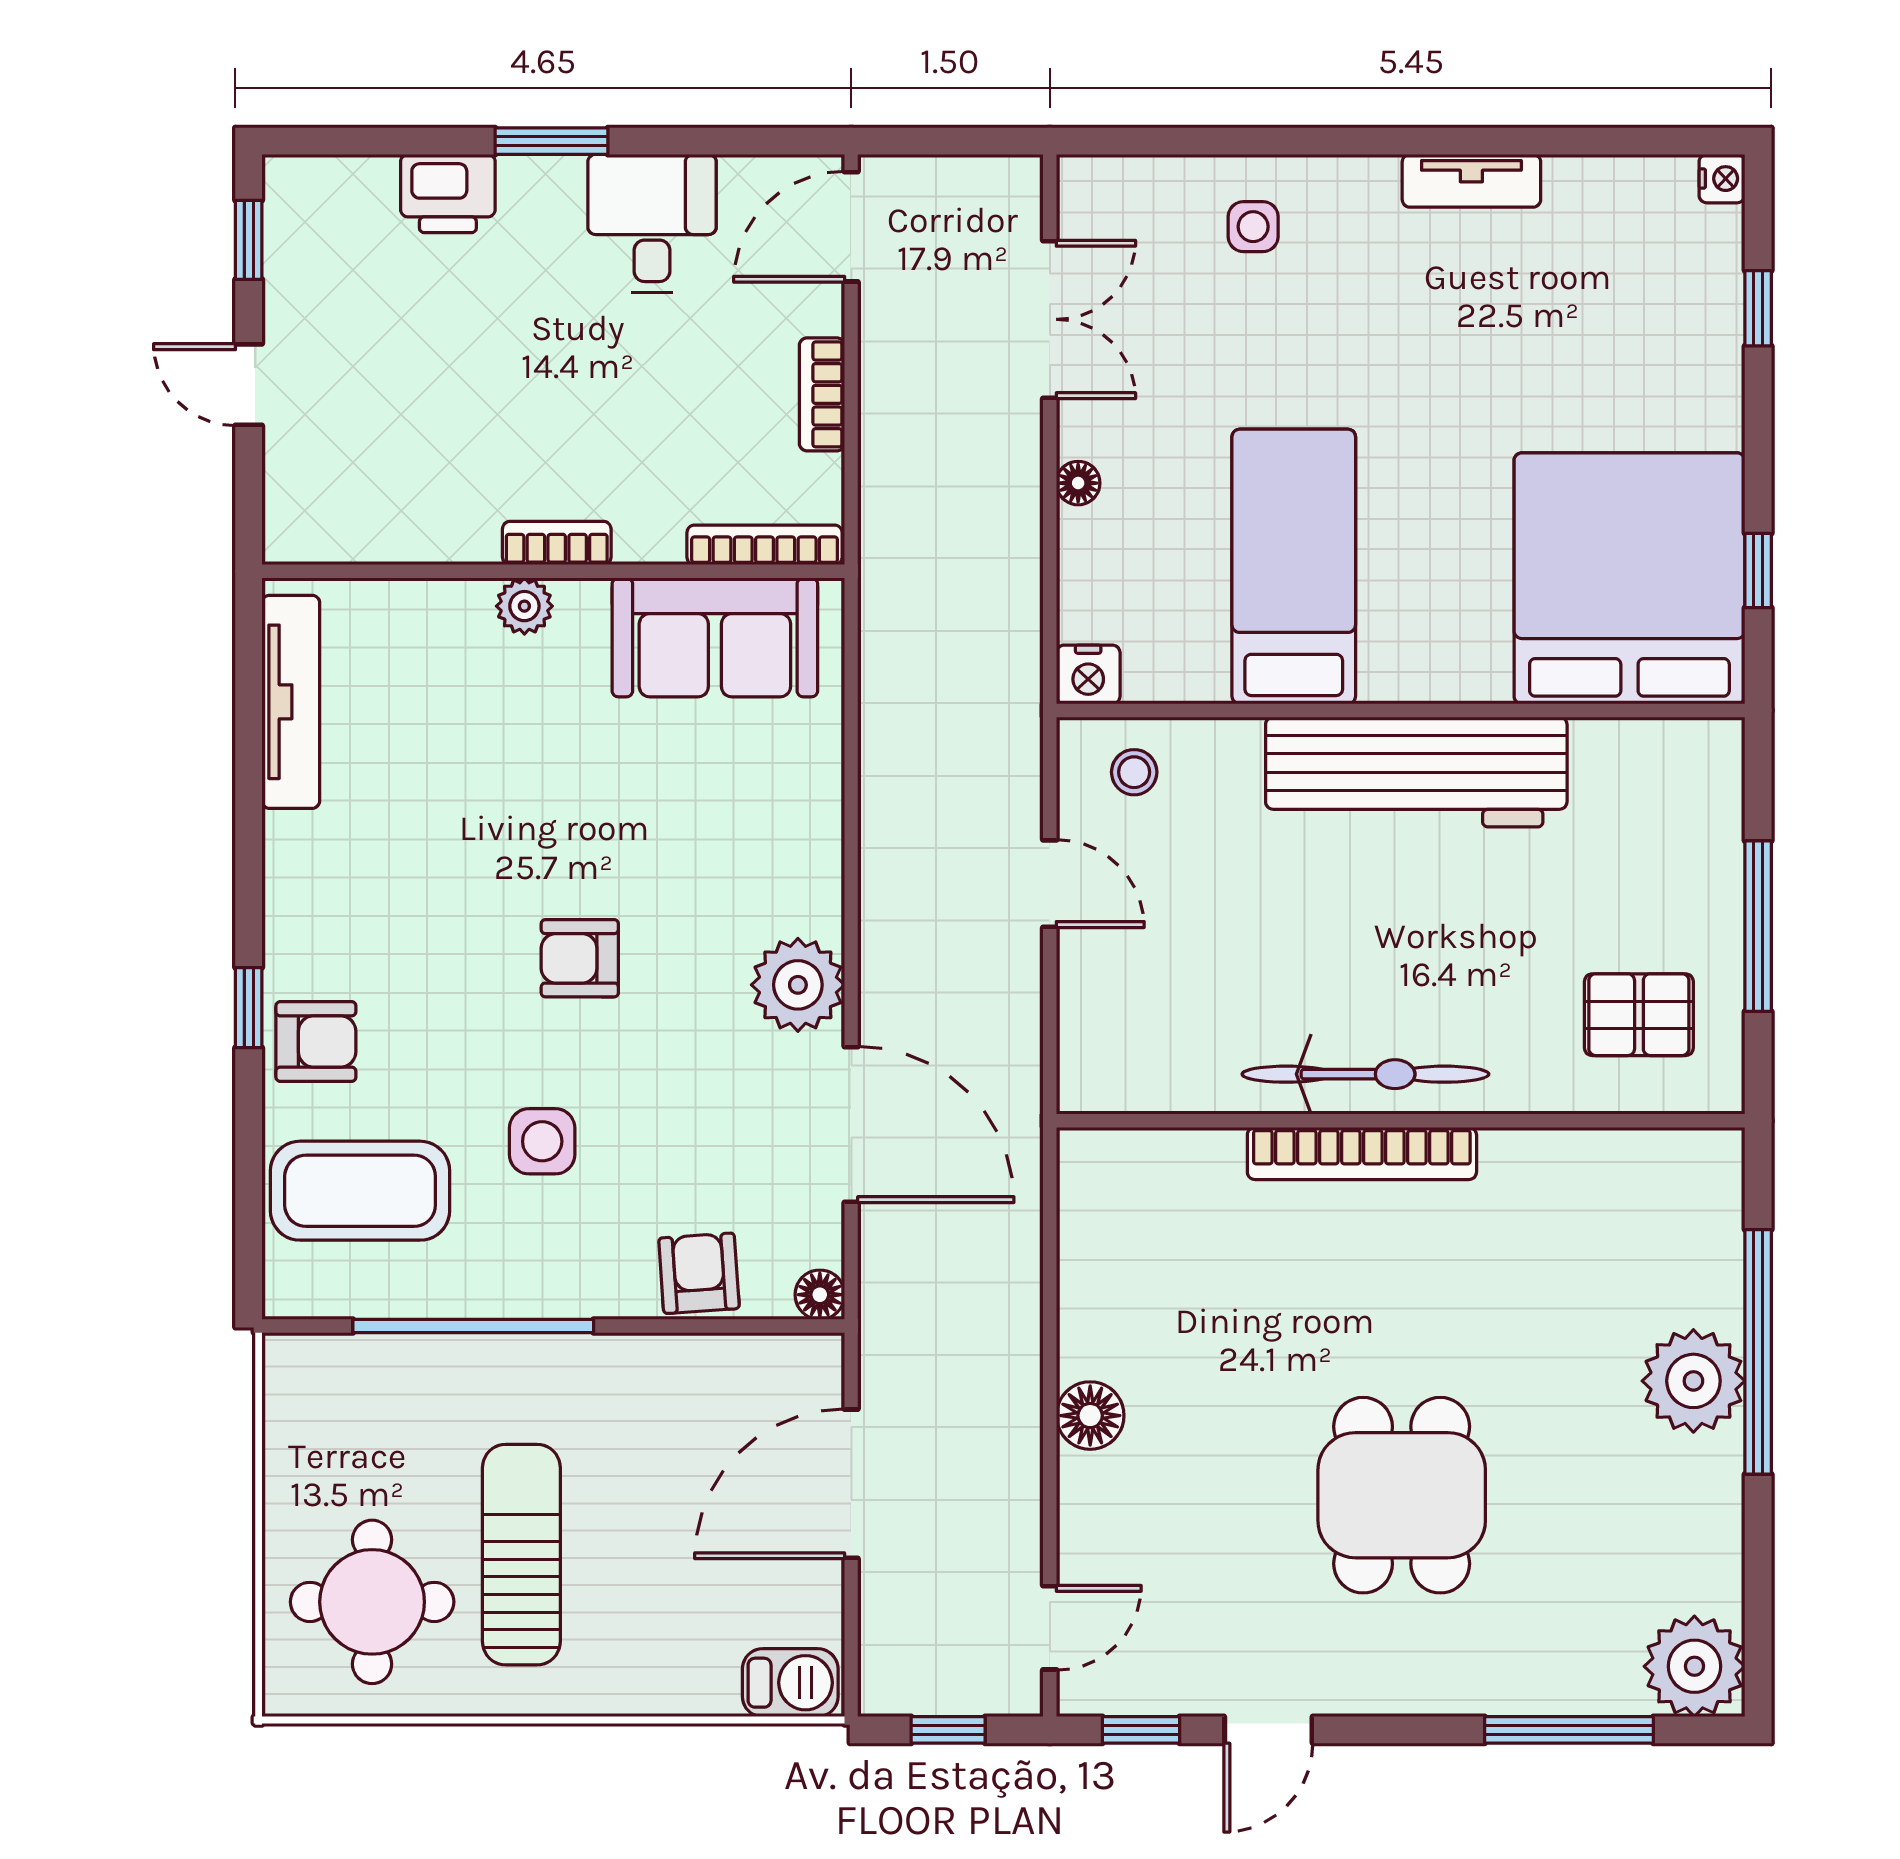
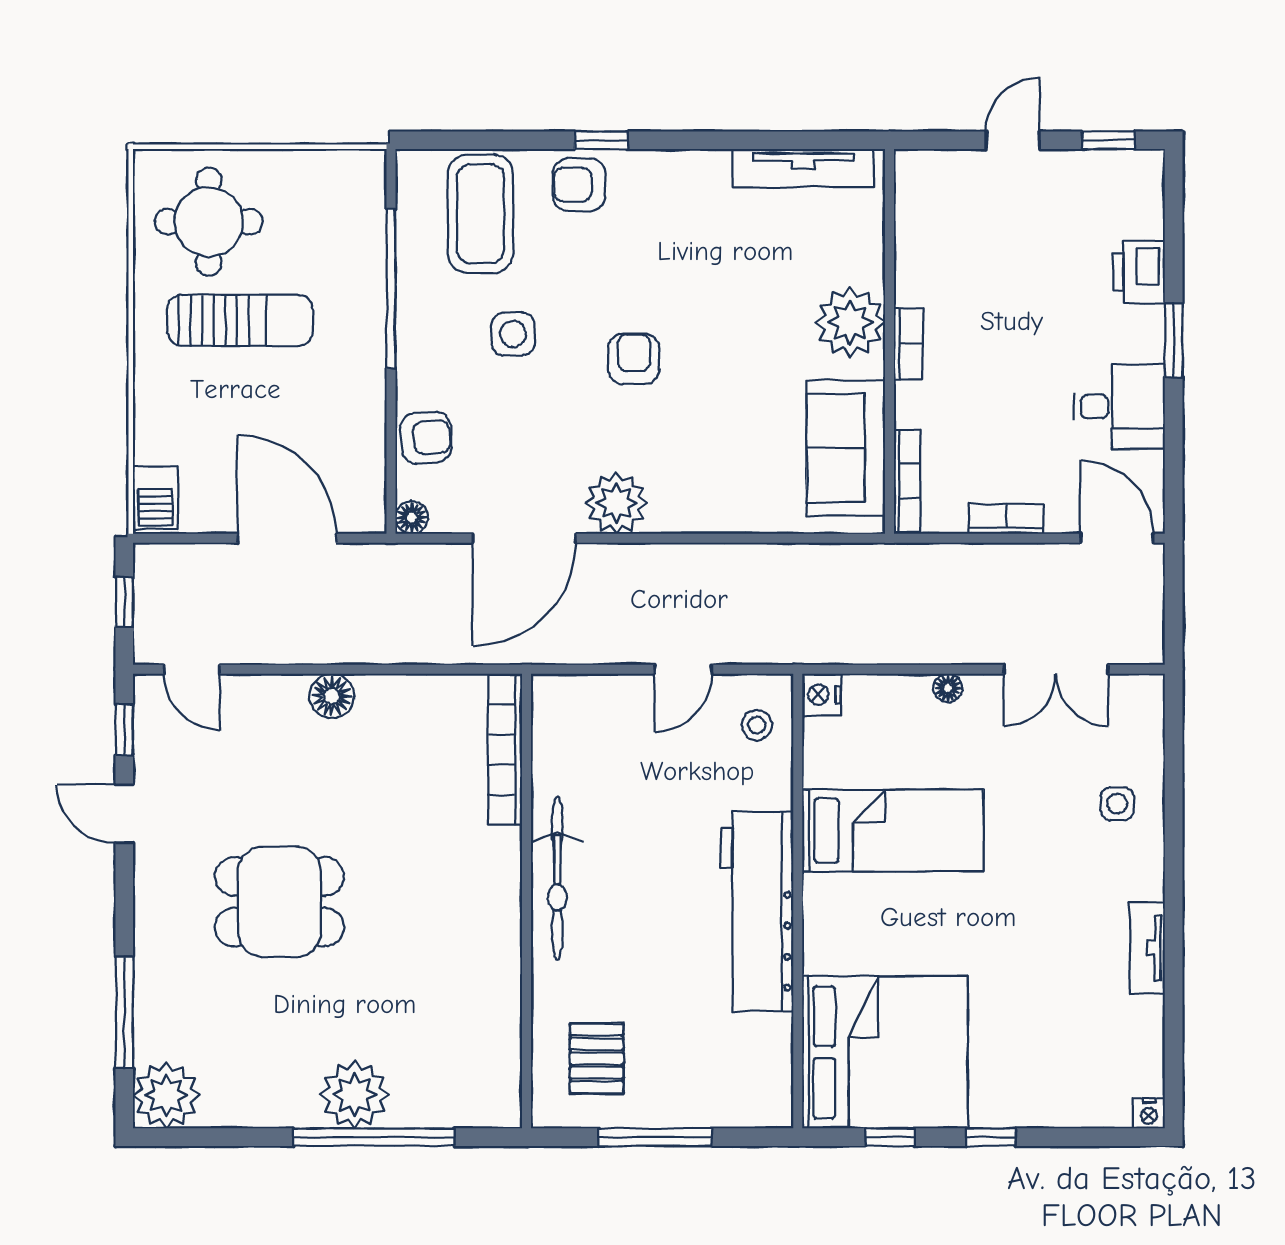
window: (1758, 308) -> (991, 1137), moved
plant: (524, 606) -> (850, 322), width x1.88, depth x1.88
armchair: (316, 1041) -> (579, 185), turned 90
bookcase: (1362, 1153) -> (505, 749), moved

